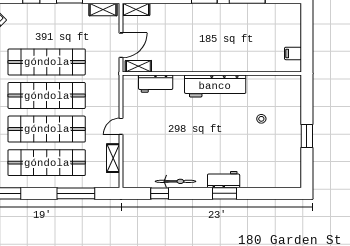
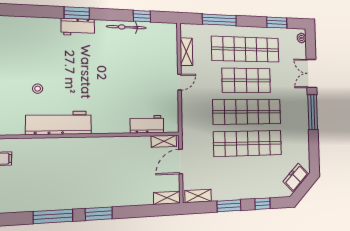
workbench: (215, 86) -> (59, 123), moved
shop shelf: (47, 129) -> (246, 80), width x0.71

